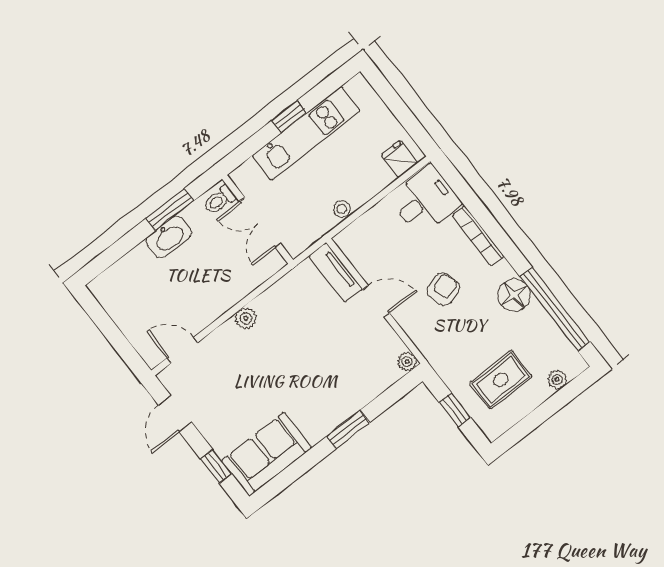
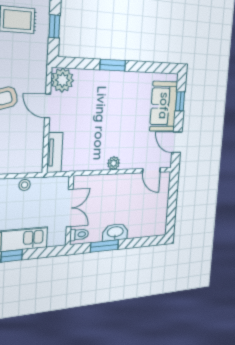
door: (376, 301) -> (48, 106), moved
plant: (407, 362) -> (62, 80), width x1.88, depth x1.88
door: (175, 413) -> (177, 142), swing flipped
sofa: (267, 454) -> (164, 106), moved, turned 90

